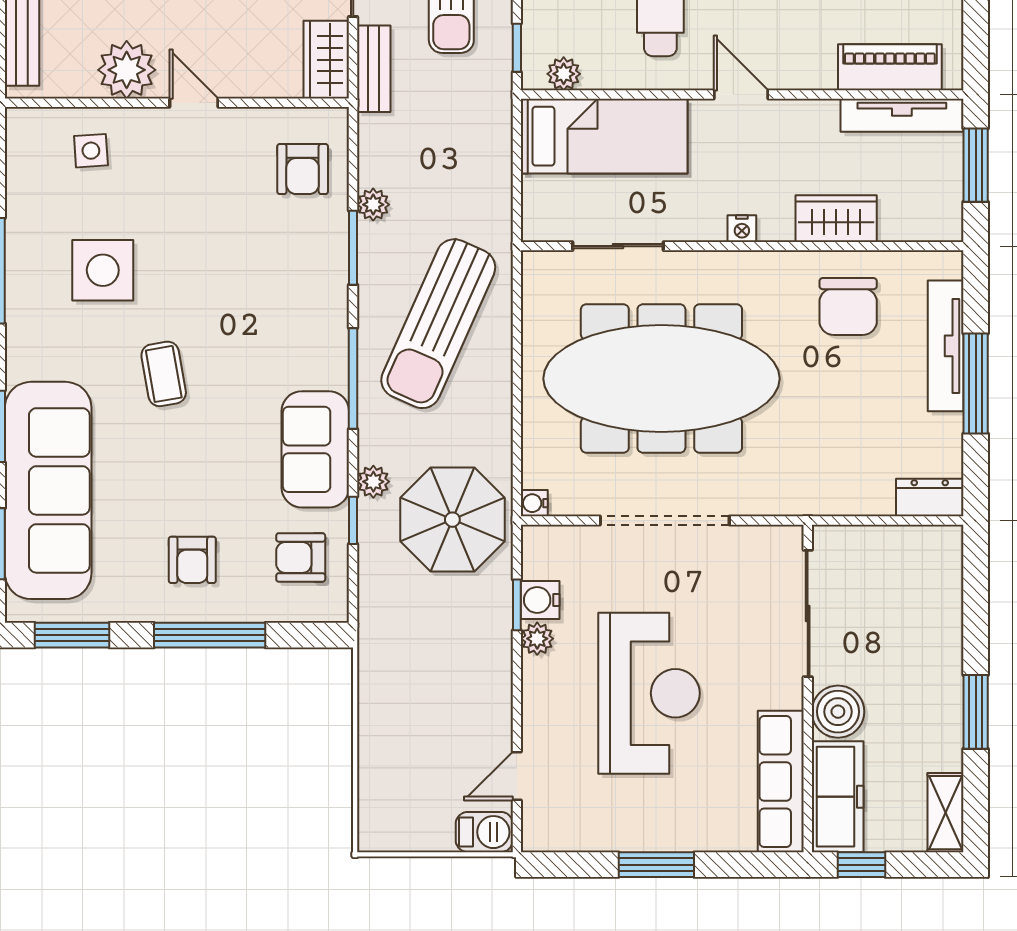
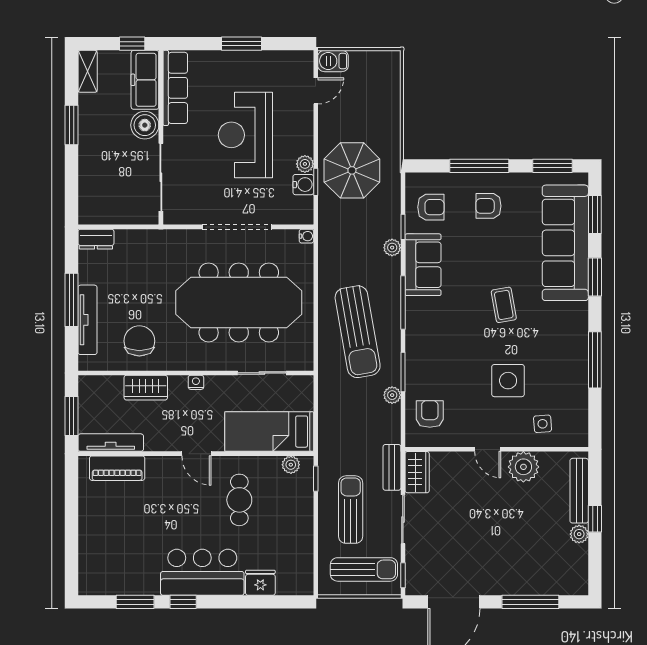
side table: (103, 270) -> (508, 381), moved
sun lounger: (438, 324) -> (358, 332), turned 146
parasol: (452, 520) -> (352, 170), moved
armchair: (192, 560) -> (489, 206), turned -90

